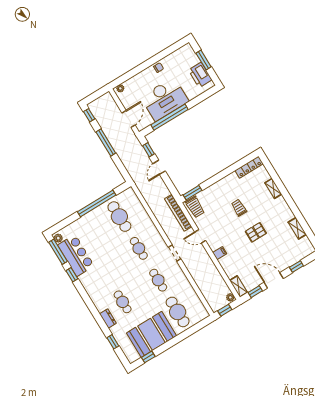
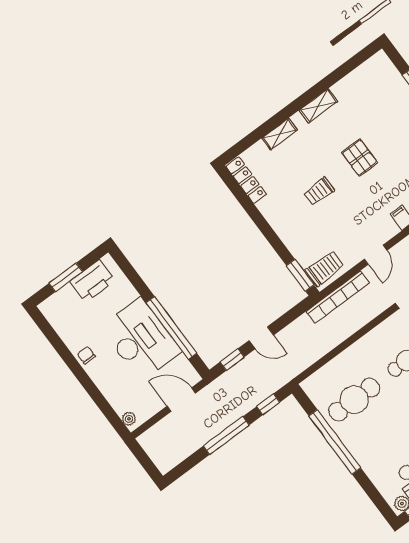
window: (89, 115) -> (268, 404), moved
shelving: (297, 228) -> (318, 106), moved

